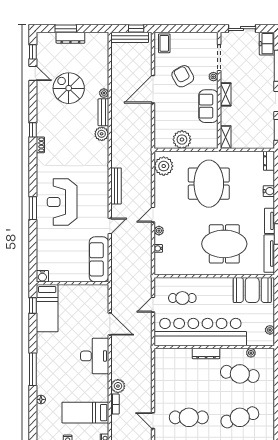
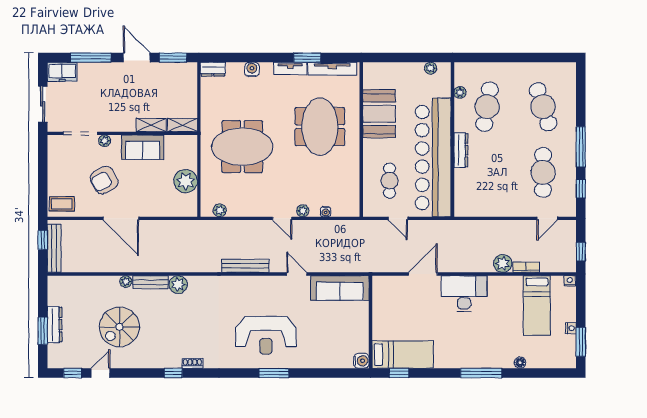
shelving: (226, 94) -> (151, 125), moved
plant: (164, 166) -> (220, 210), width x0.53, depth x0.53
booth: (252, 290) -> (379, 114), moved

